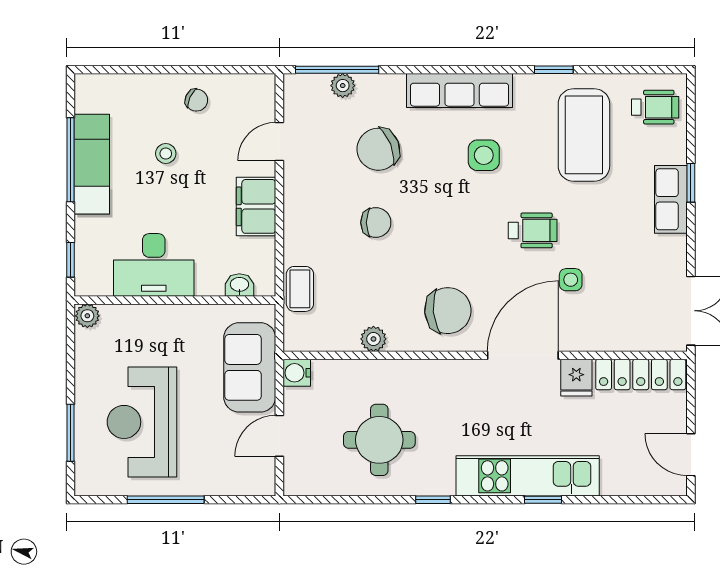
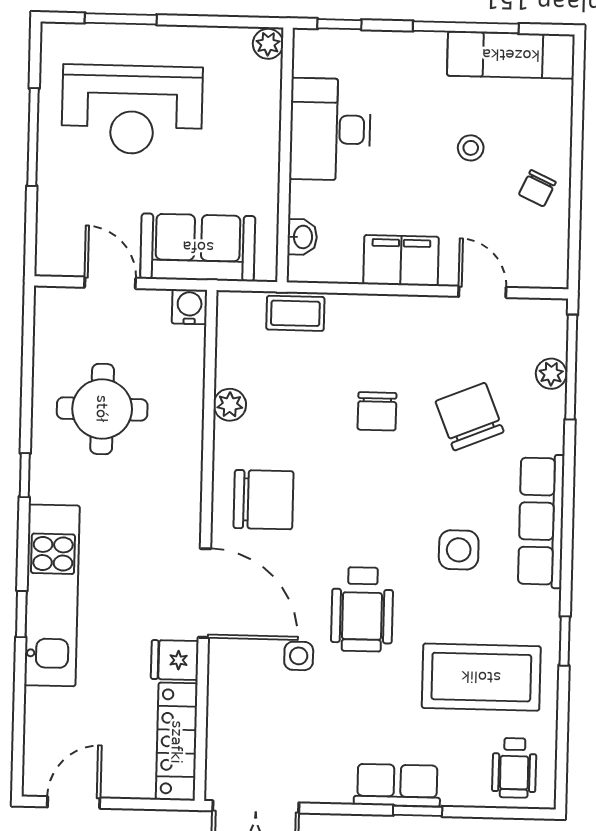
exam couch: (92, 164) -> (511, 55), moved
wheelchair: (533, 230) -> (362, 609), width x1.36, depth x1.37
chair: (448, 311) -> (263, 500), turned -85
reception desk: (142, 422) -> (132, 110), turned 180

